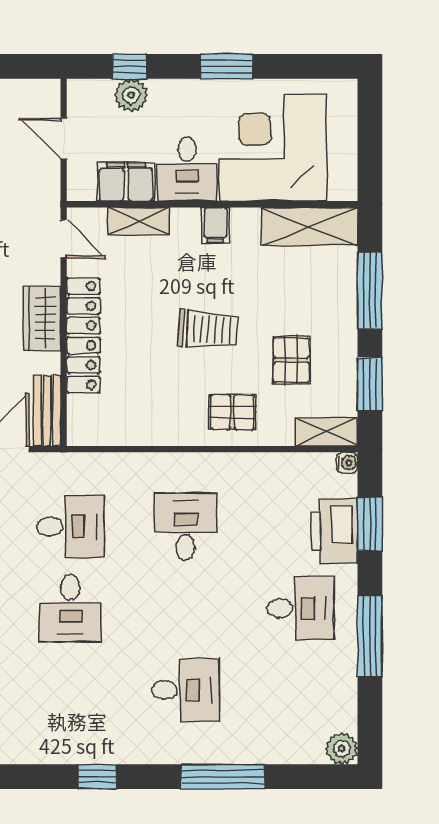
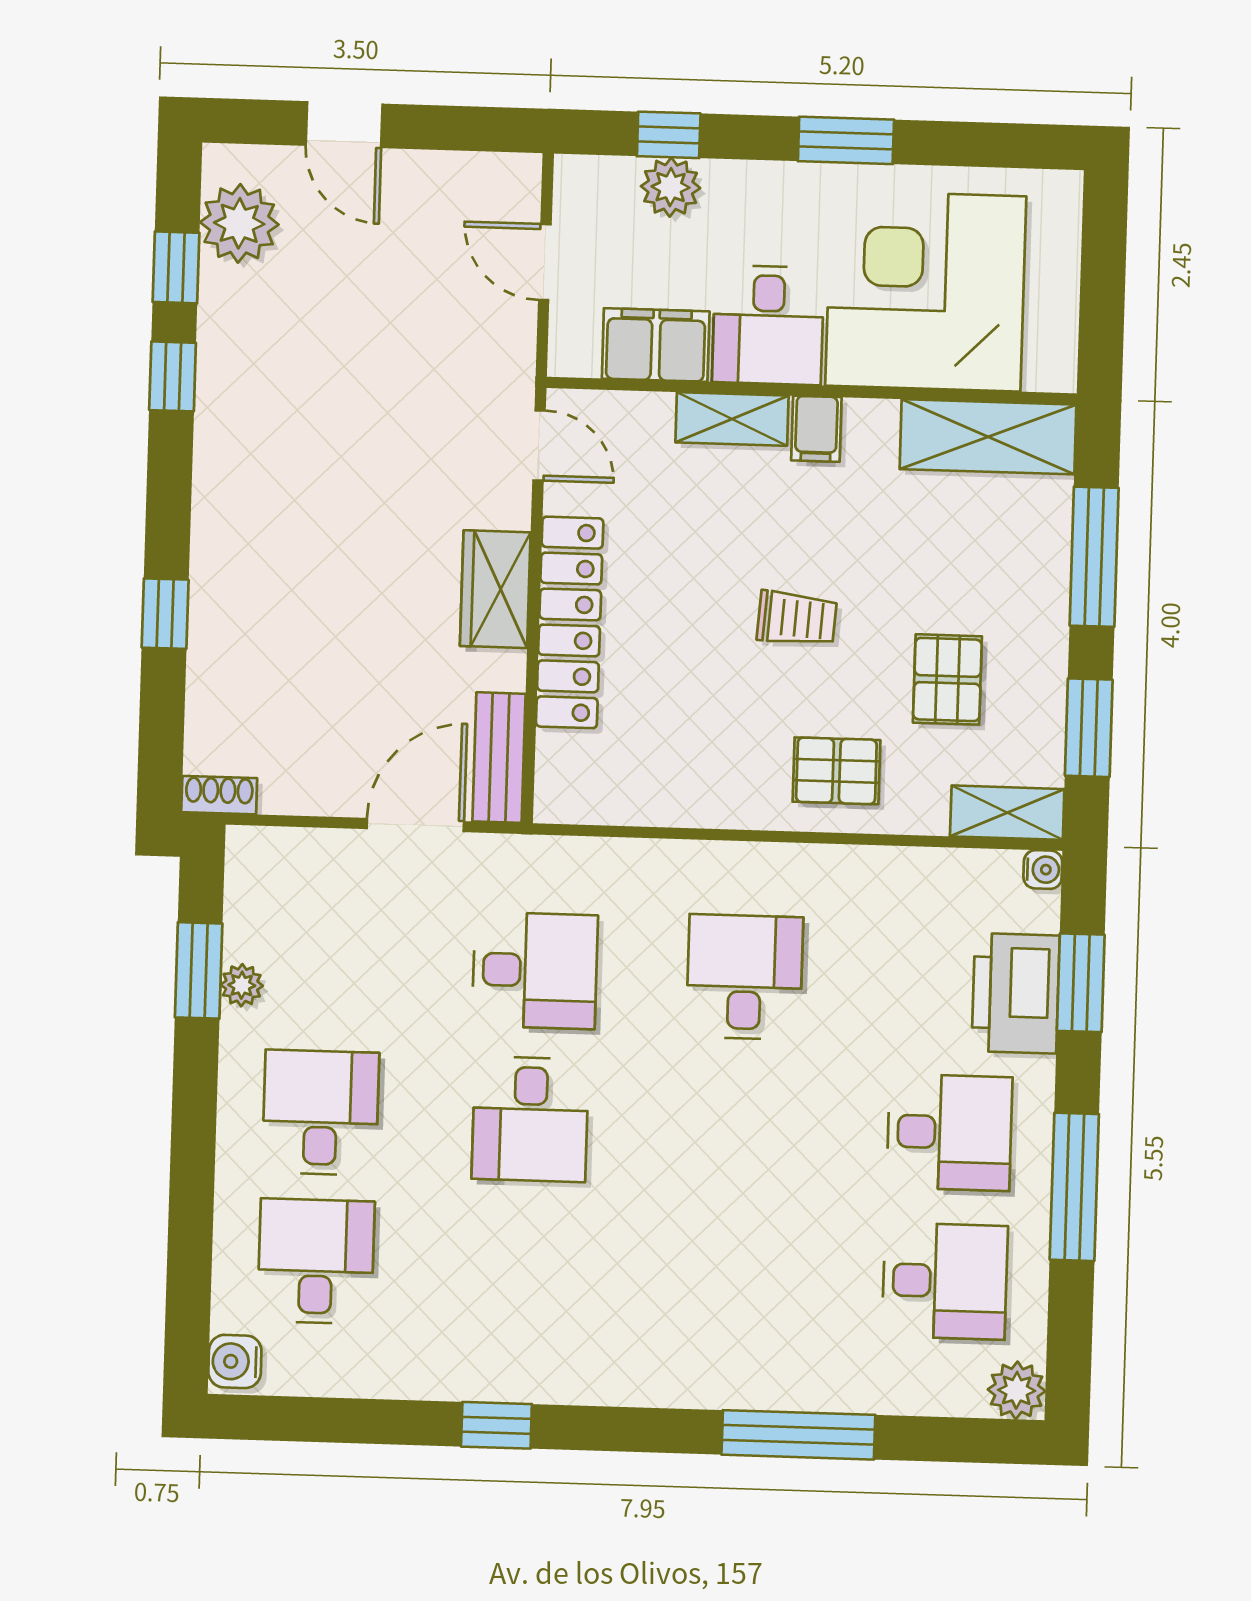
shelving: (138, 221) -> (732, 419), moved
trolley: (208, 329) -> (797, 619), width x0.73, depth x0.72
desk: (185, 690) -> (945, 1281), moved
window: (97, 777) -> (496, 1425), moved

